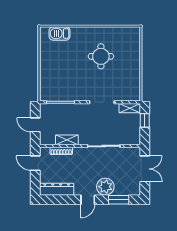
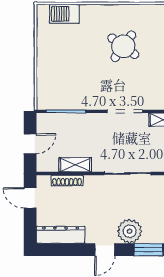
round table: (101, 56) -> (123, 46), turned 36
door: (35, 125) -> (30, 144), swing flipped

